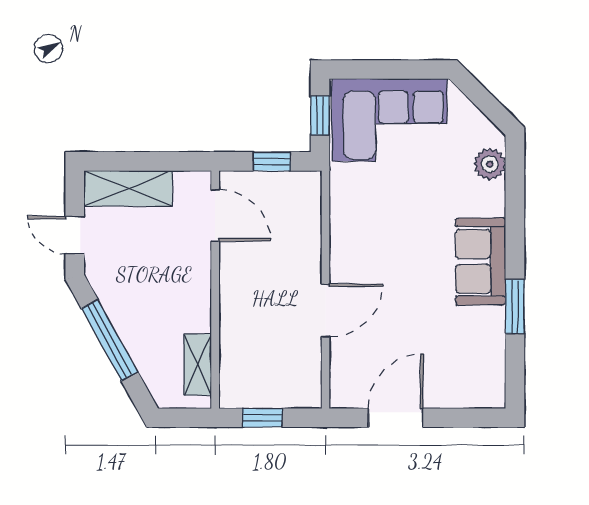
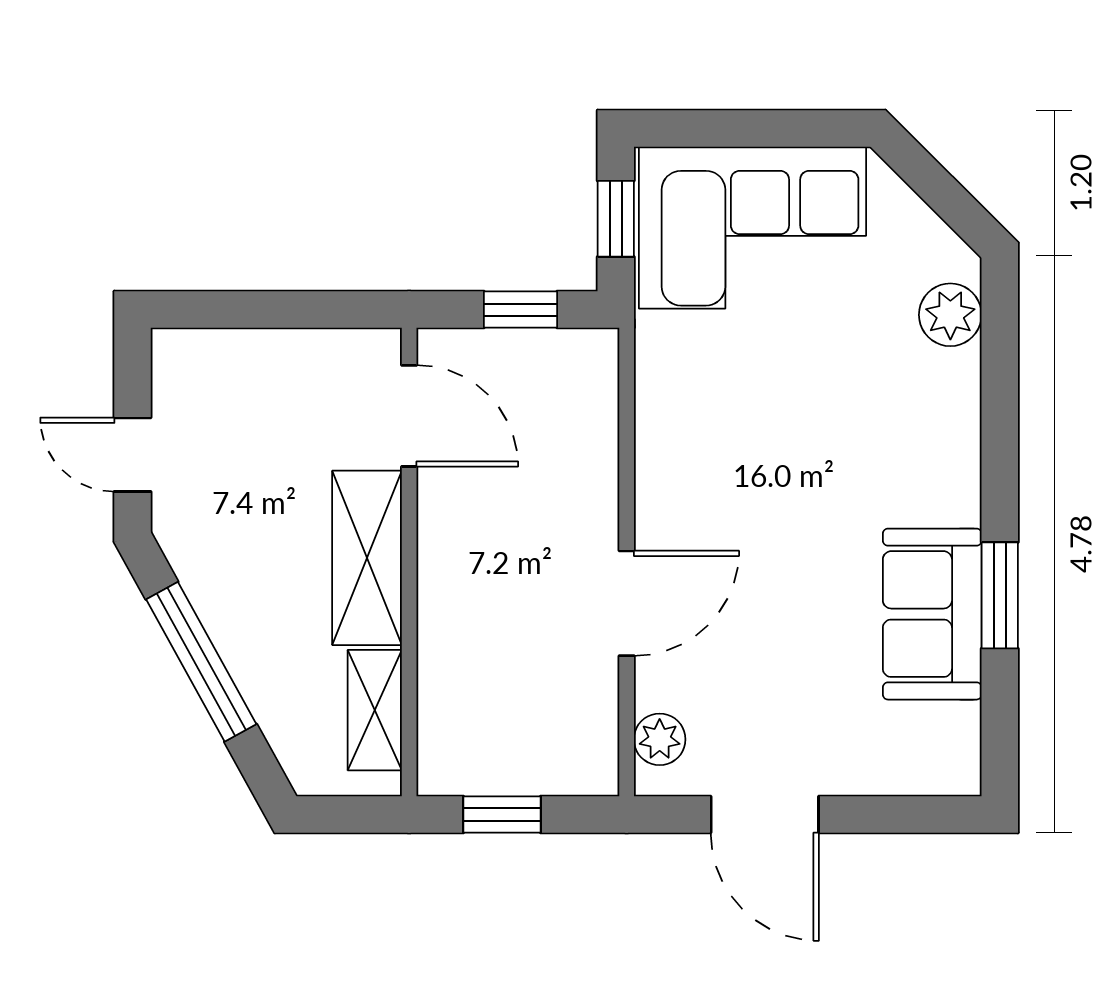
shelving: (128, 188) -> (367, 558), moved, turned 90
sofa: (481, 261) -> (932, 614), moved
plant: (342, 380) -> (660, 739), added
door: (396, 418) -> (765, 814), swing flipped

